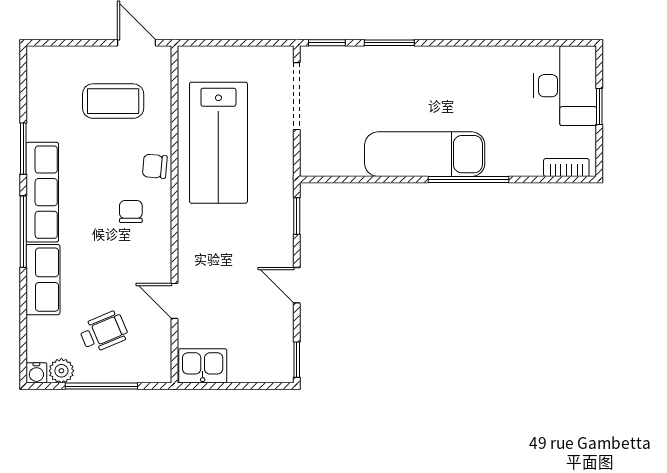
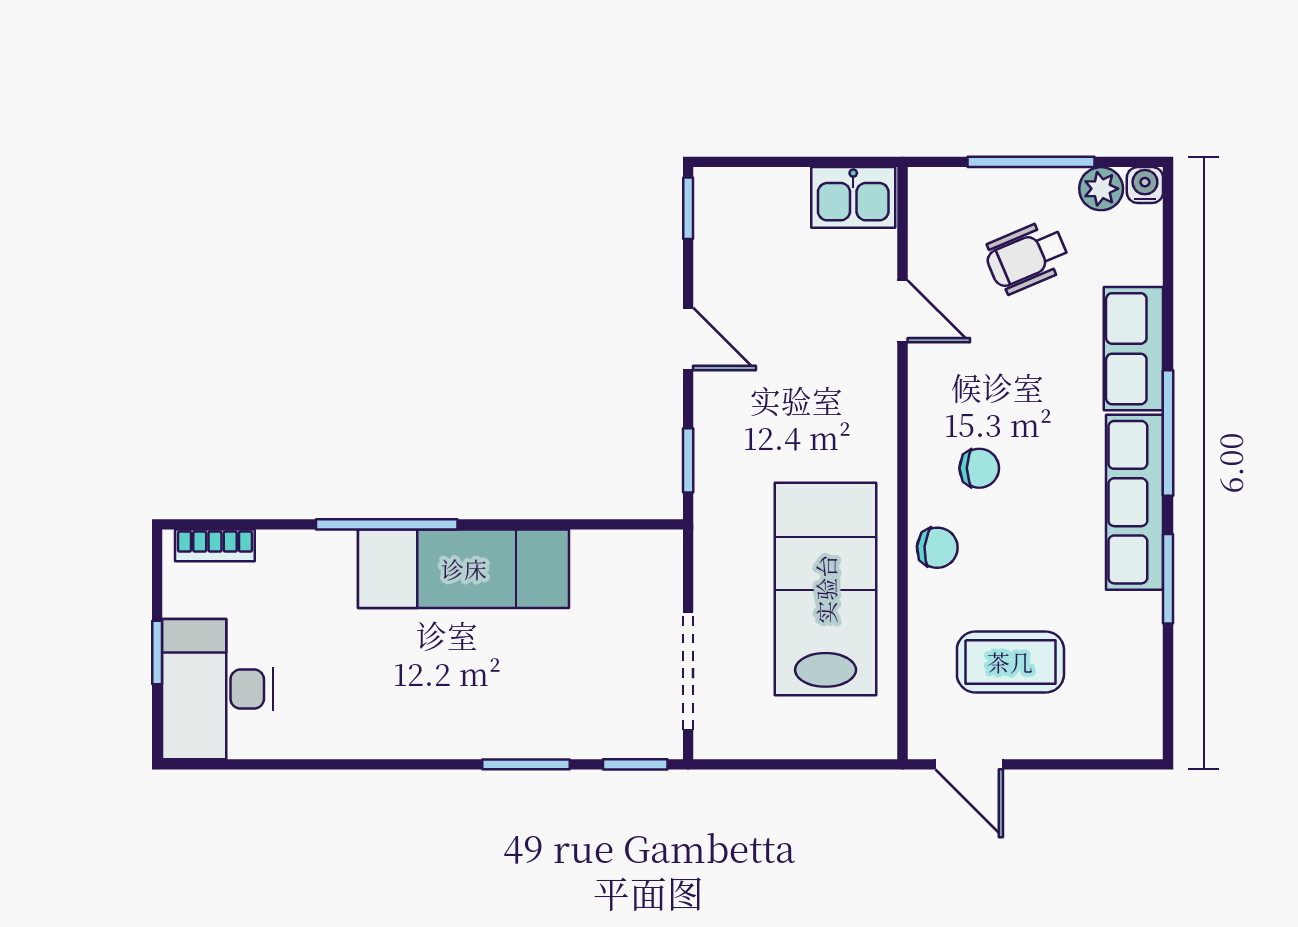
chair: (131, 212) -> (979, 468), turned -90

